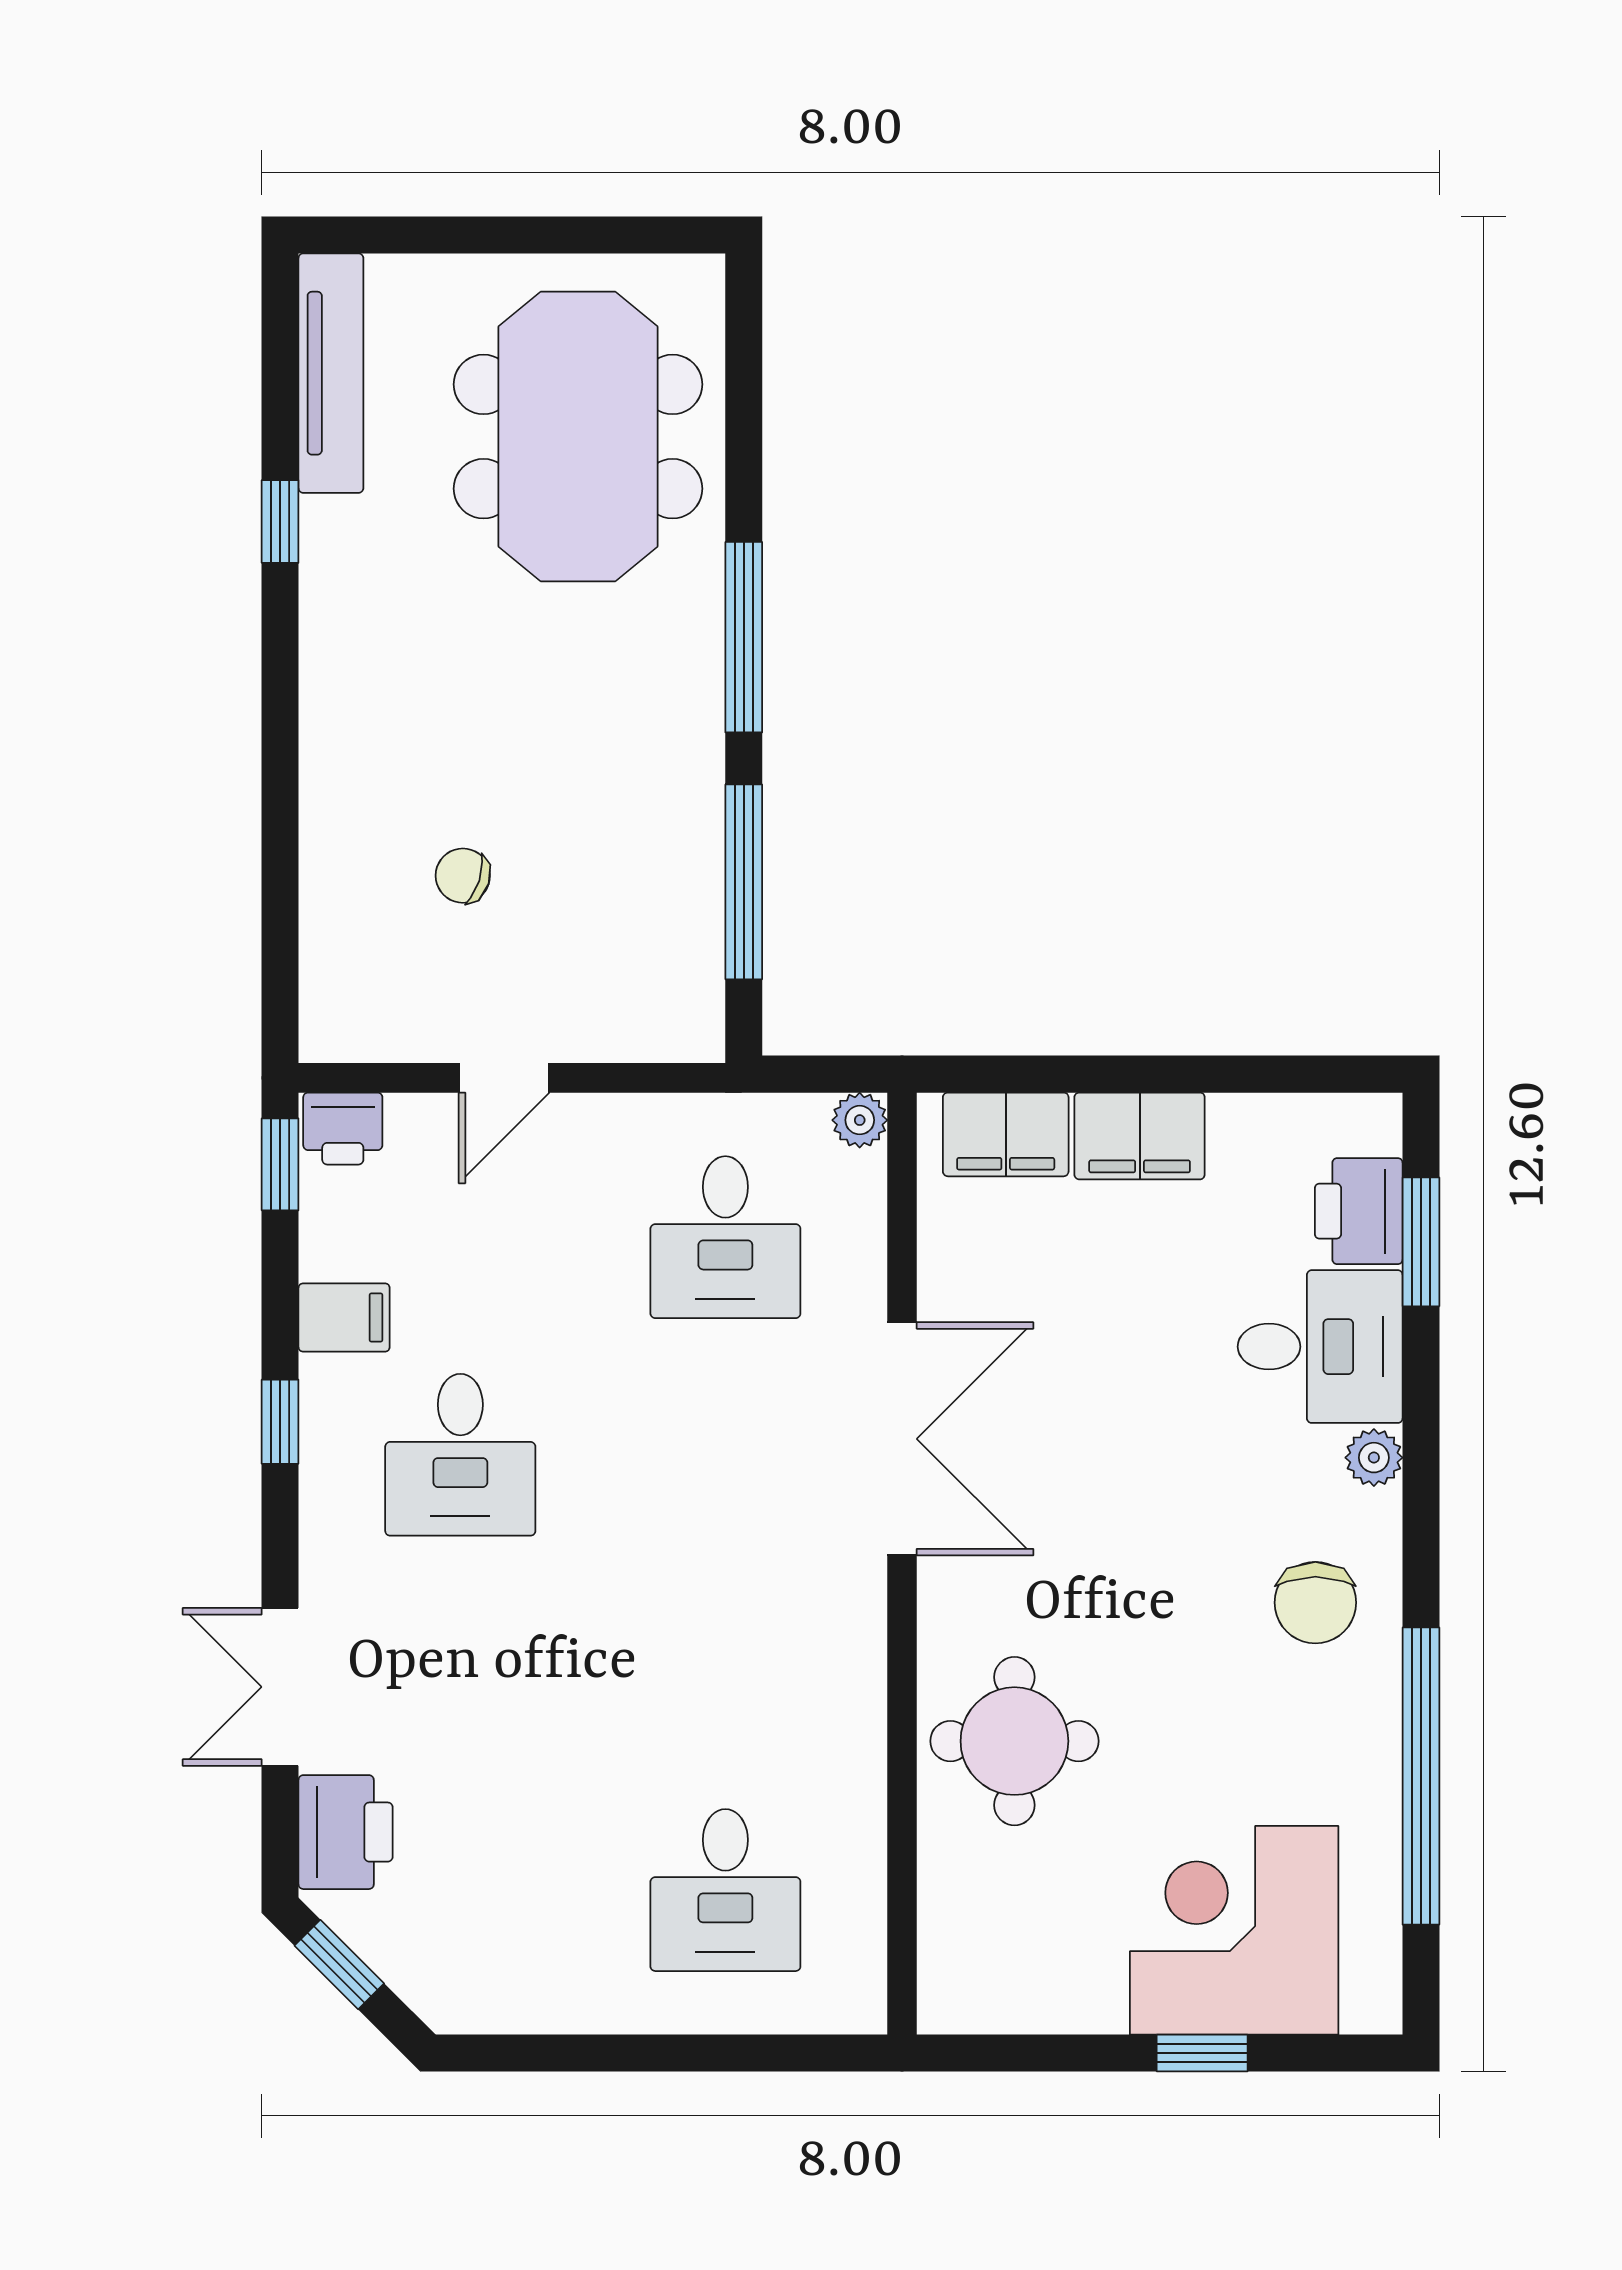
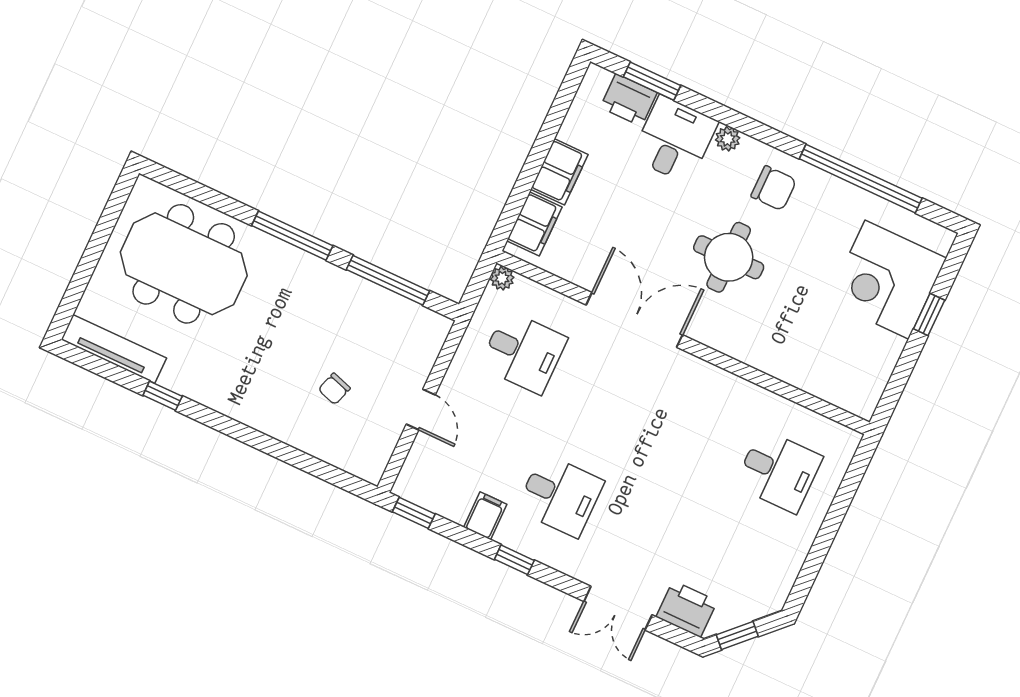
printer: (343, 1129) -> (411, 482), removed
round table: (1014, 1741) -> (729, 257), moved

